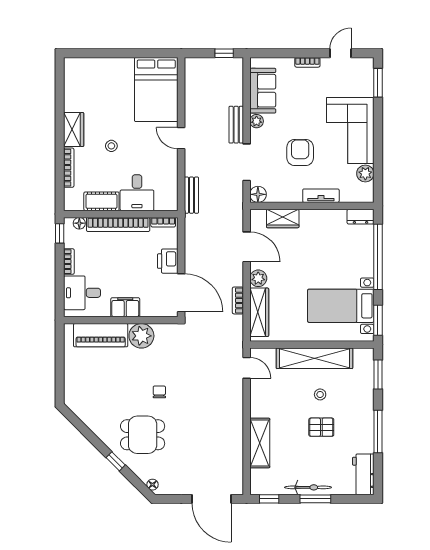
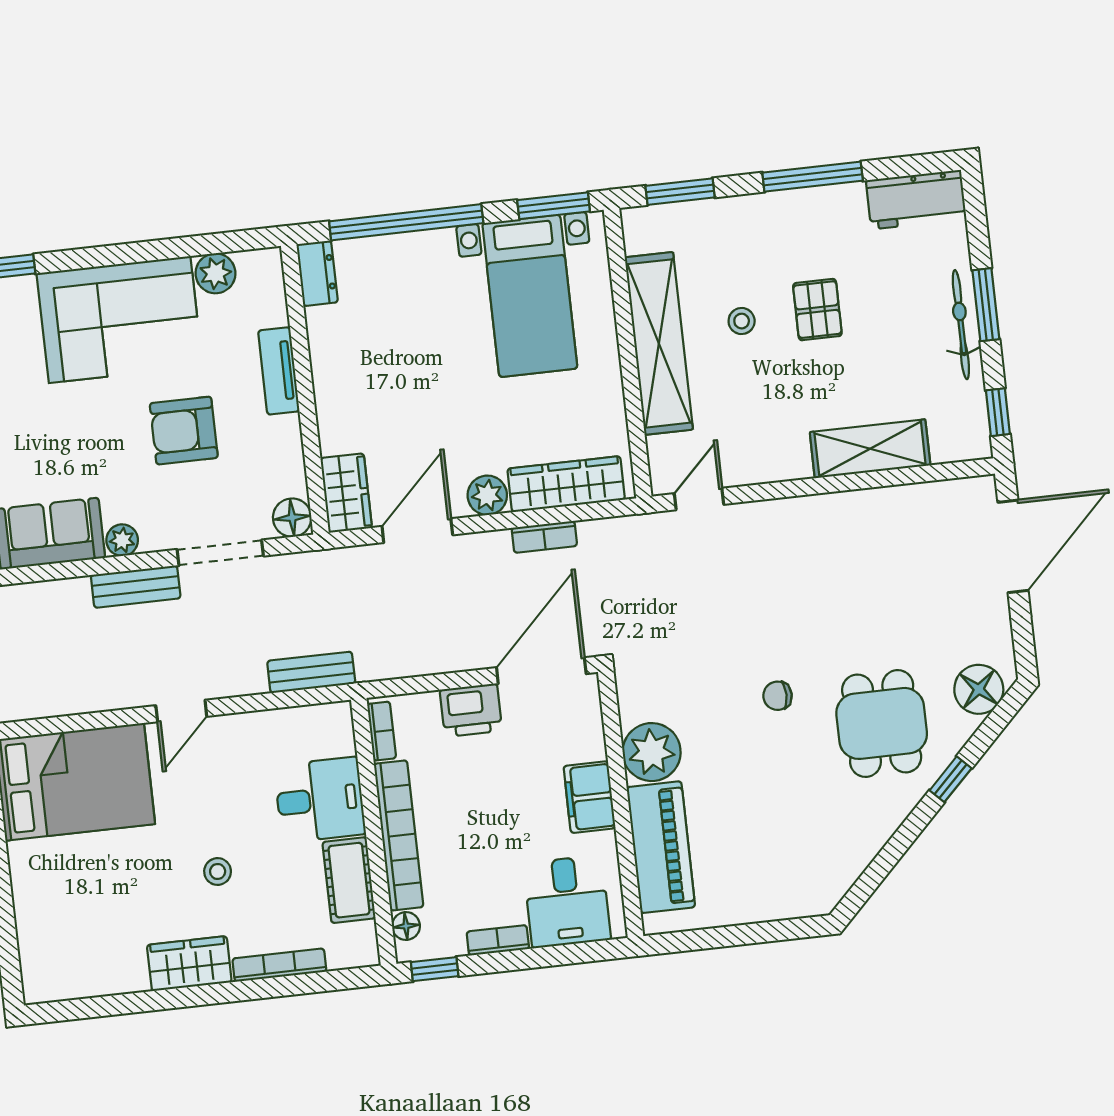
wardrobe: (283, 218) -> (346, 493), moved
floor lamp: (152, 485) -> (979, 689), width x1.89, depth x1.89

